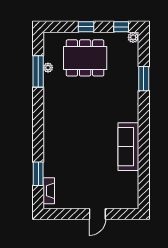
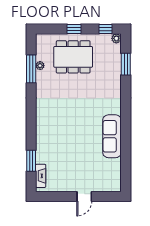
window: (144, 79) -> (126, 64), moved

